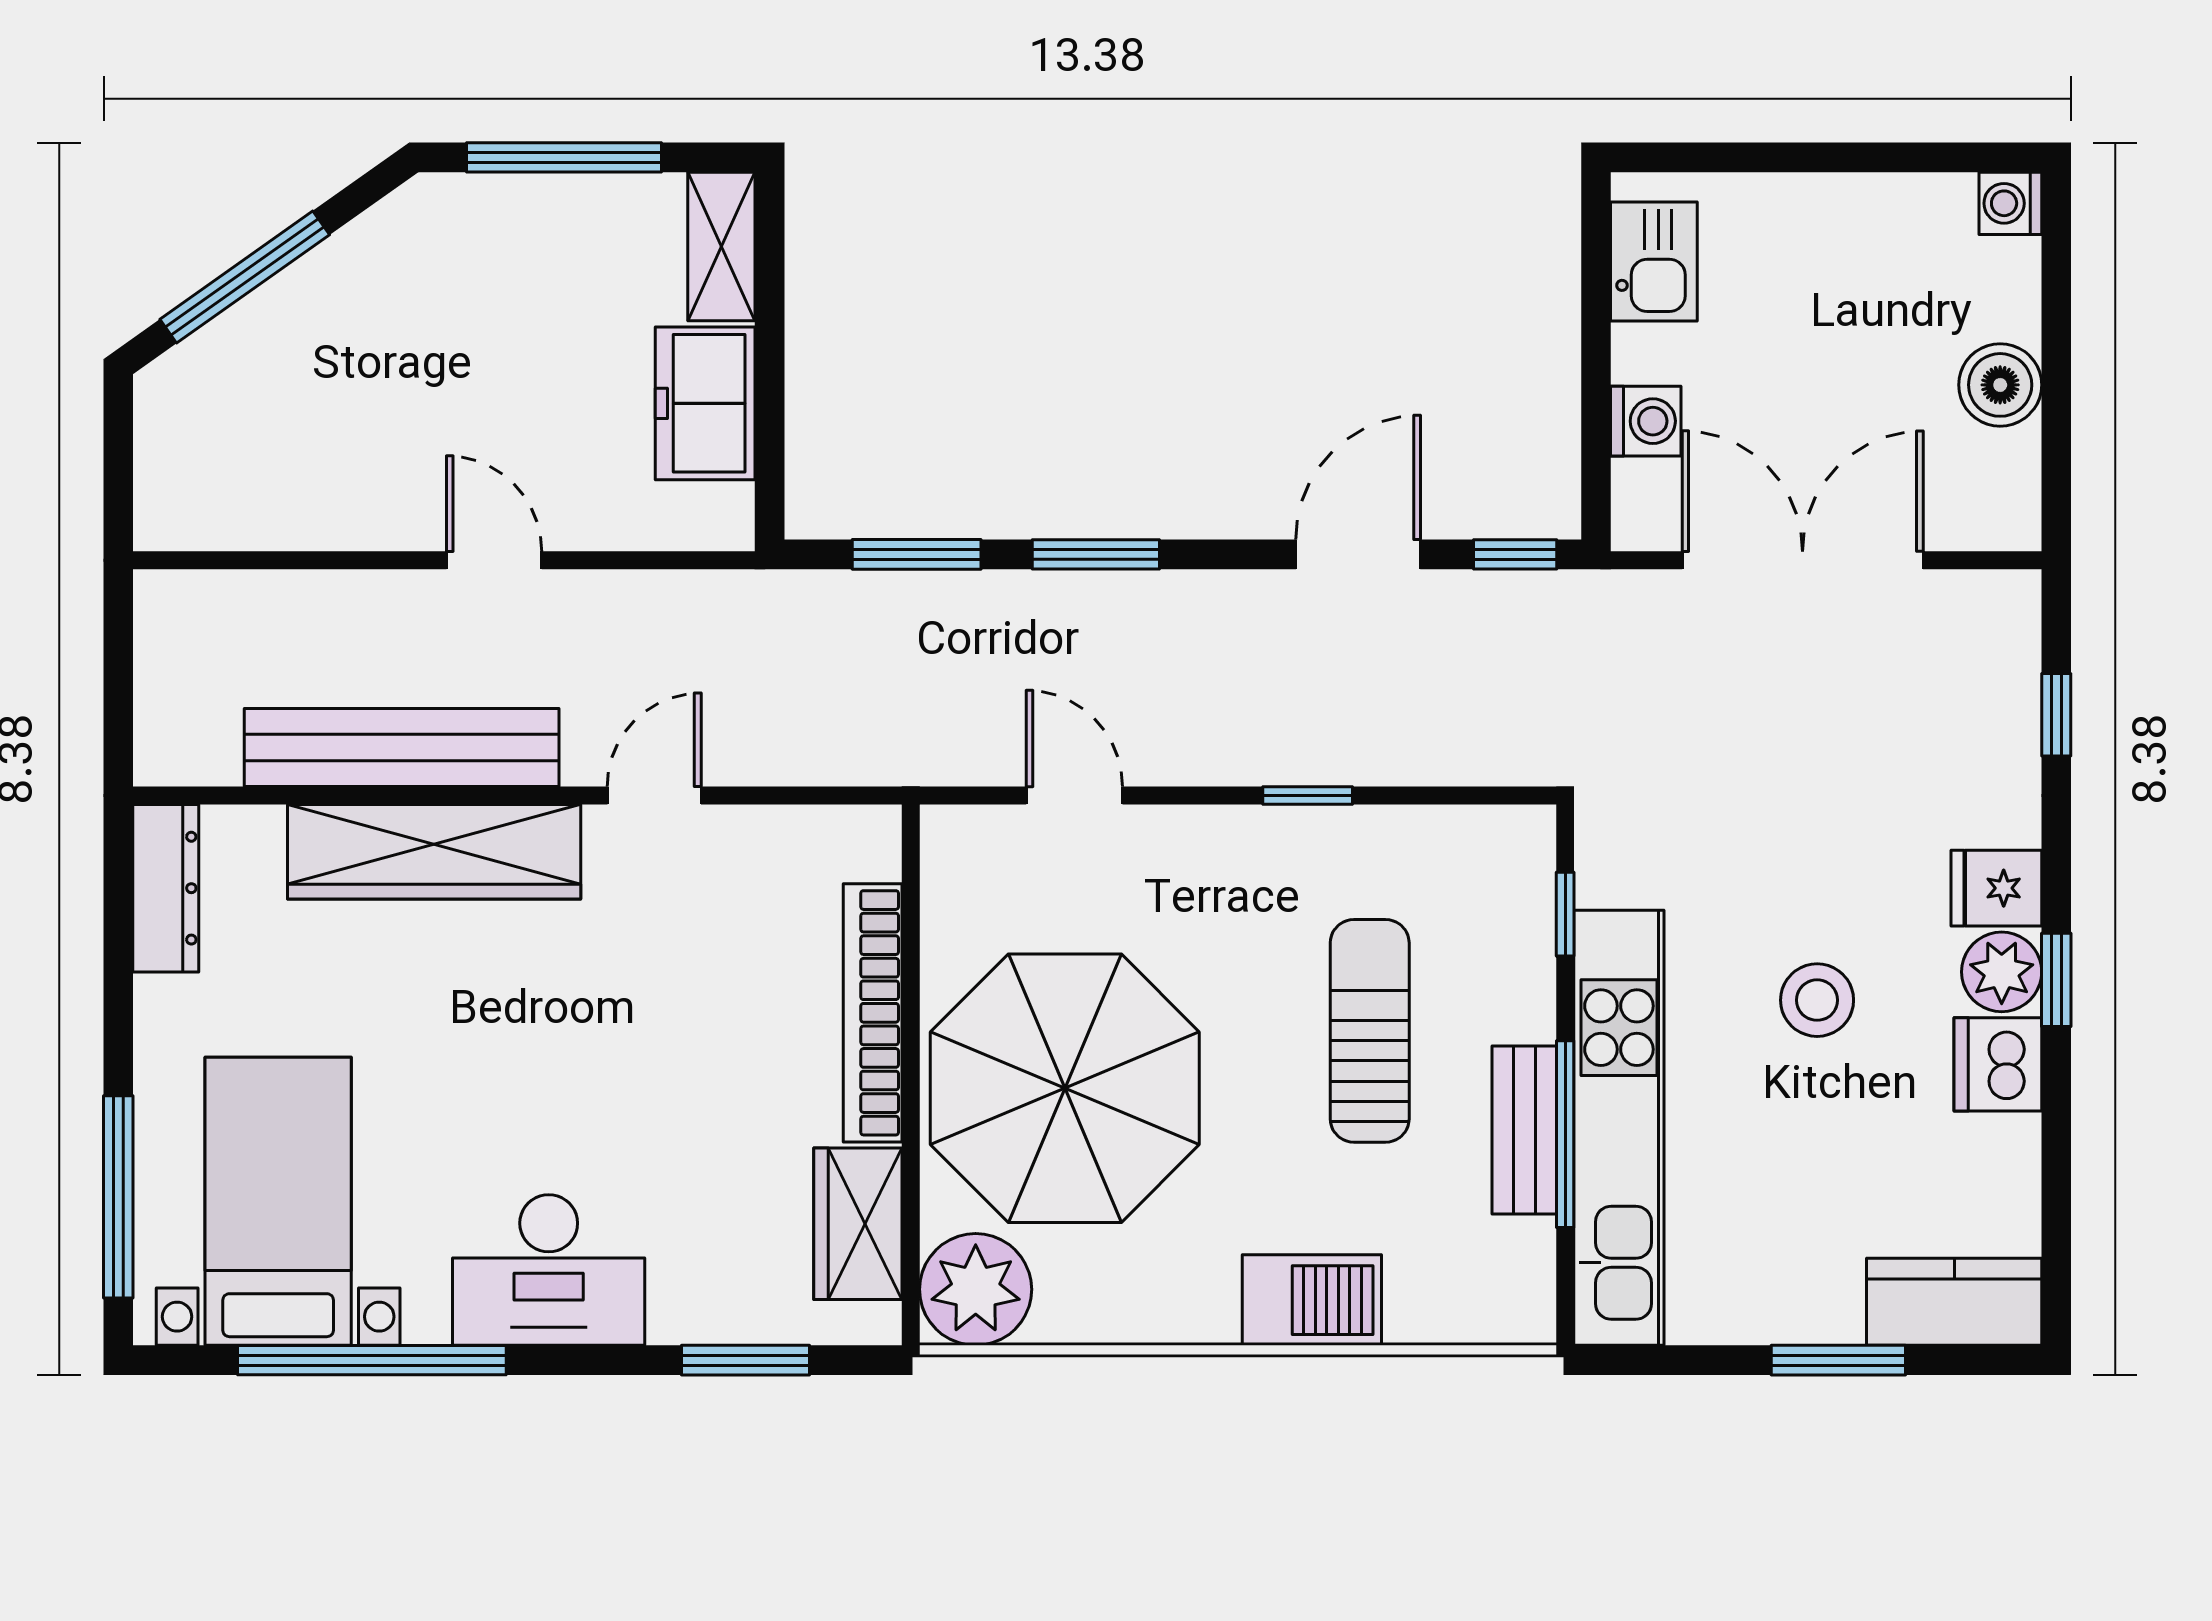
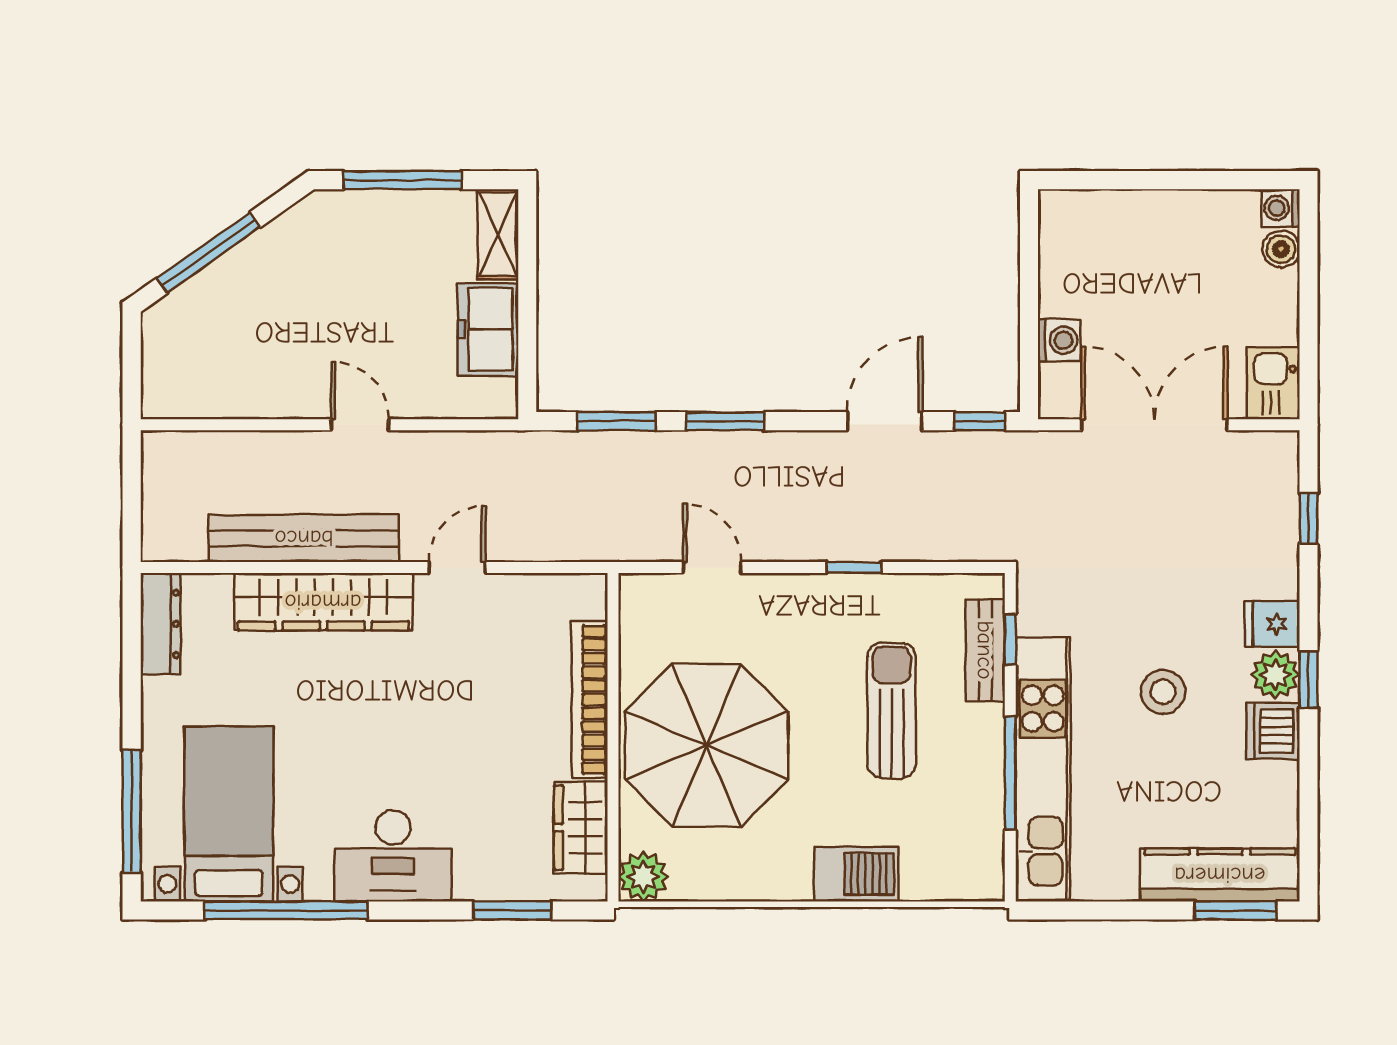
kitchen sink: (1654, 262) -> (1273, 383), moved, turned 180
boiler: (2000, 385) -> (1281, 249), moved, width x0.73, depth x0.73
bench: (1524, 1130) -> (985, 650), moved
plant: (976, 1289) -> (643, 877), width x0.73, depth x0.73
kitchen counter: (1954, 1302) -> (1220, 875), width x1.50
window: (1838, 1360) -> (1236, 910), moved

